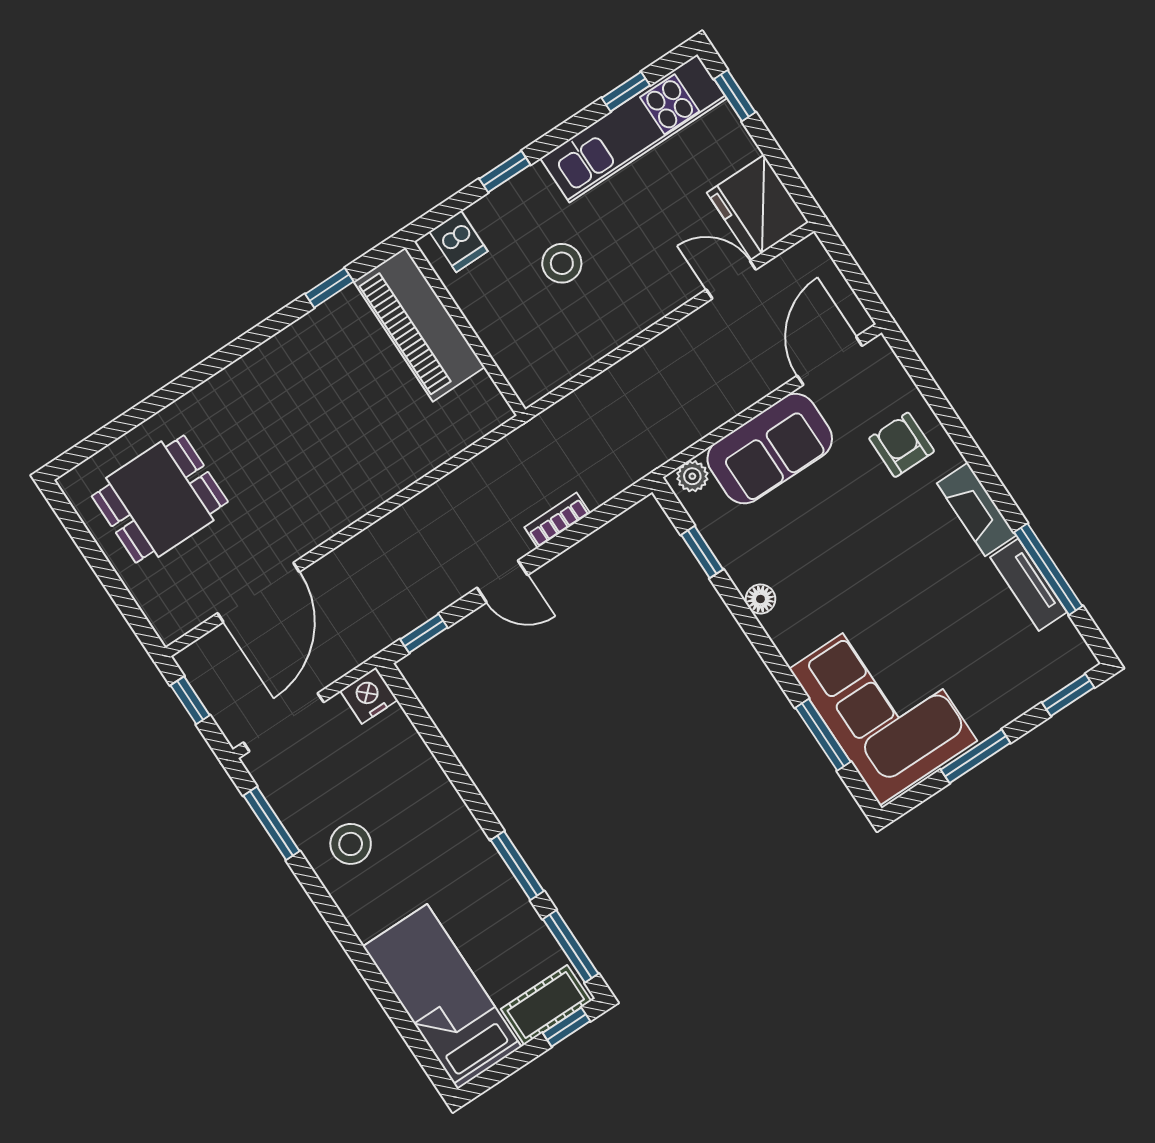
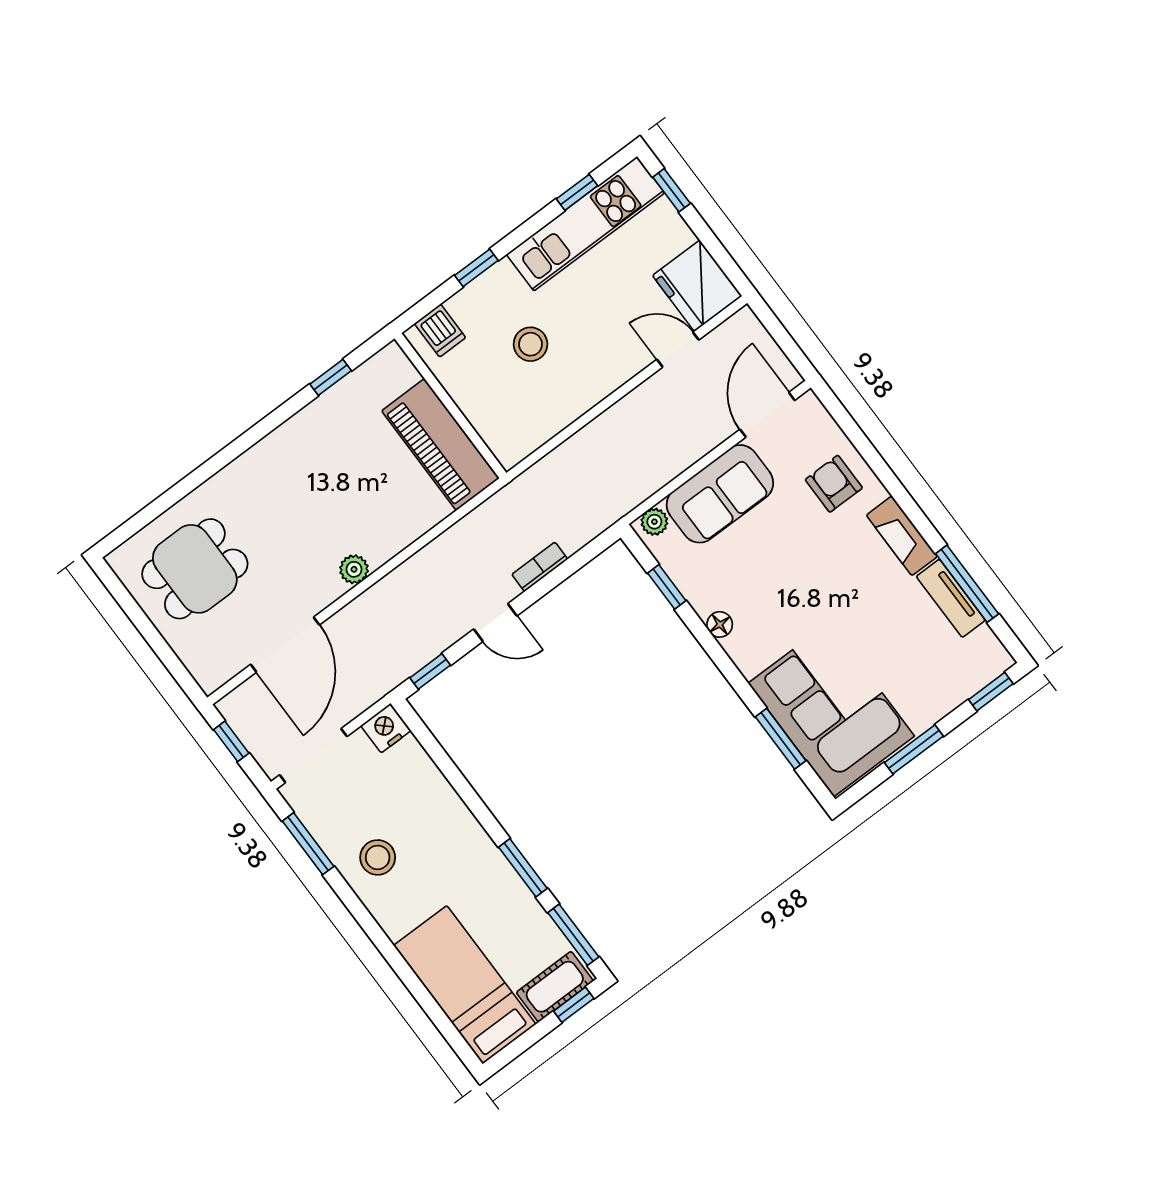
piano: (419, 324) -> (440, 445), moved
plant: (343, 511) -> (354, 569), added

